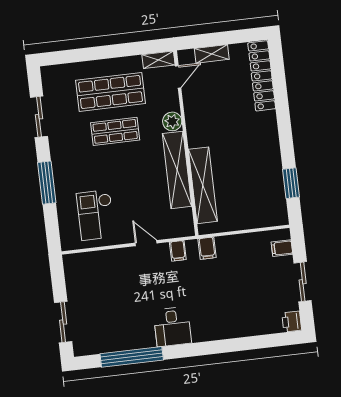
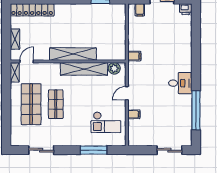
door: (178, 77) -> (27, 61), hinge flipped
plant: (172, 121) -> (114, 68), moved
window: (47, 183) -> (94, 150), moved
shelving: (203, 185) -> (73, 54), moved
filing cabinet: (178, 251) -> (134, 114), moved

